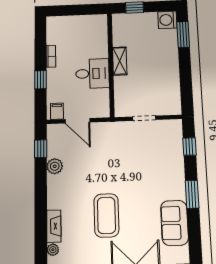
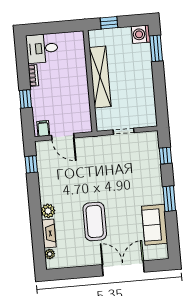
shelving: (120, 61) -> (100, 77), width x2.20, depth x1.33
desk: (92, 74) -> (42, 48), moved, turned 180
plant: (55, 166) -> (48, 211), moved

